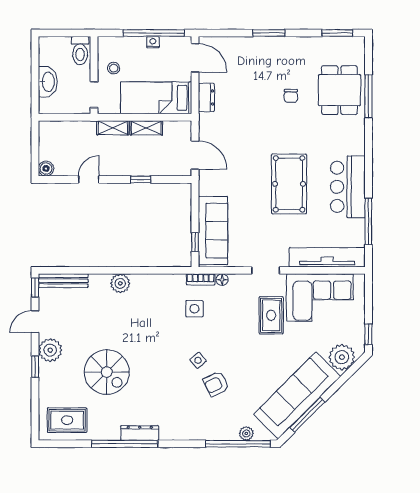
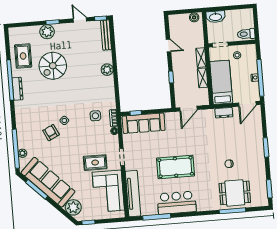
washbasin: (48, 82) -> (216, 17), moved
boiler: (46, 169) -> (194, 17), moved
plant: (50, 350) -> (47, 32), moved
rug: (67, 420) -> (23, 56), moved

